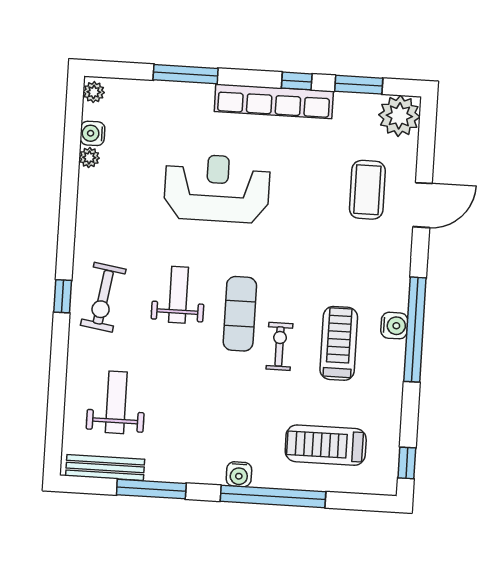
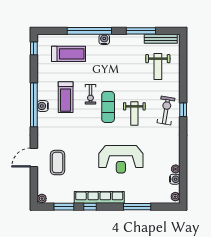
plant: (399, 116) -> (42, 199), width x0.53, depth x0.53

